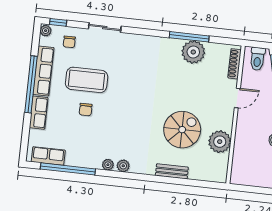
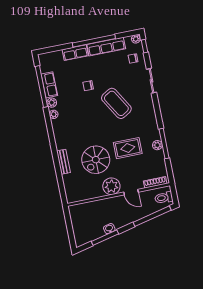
plant: (193, 52) -> (157, 145), width x0.53, depth x0.53
coffee table: (87, 80) -> (116, 103), moved, turned -31
rug: (180, 84) -> (128, 148), added
spiral stairs: (182, 130) -> (96, 160), turned 90
plant: (220, 142) -> (111, 186), moved
row of seats: (48, 156) -> (49, 85), moved
plant: (123, 166) -> (52, 103), moved

